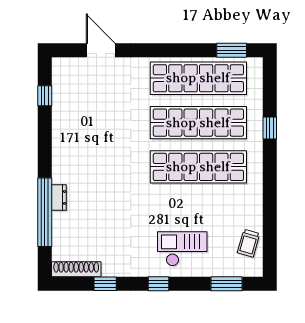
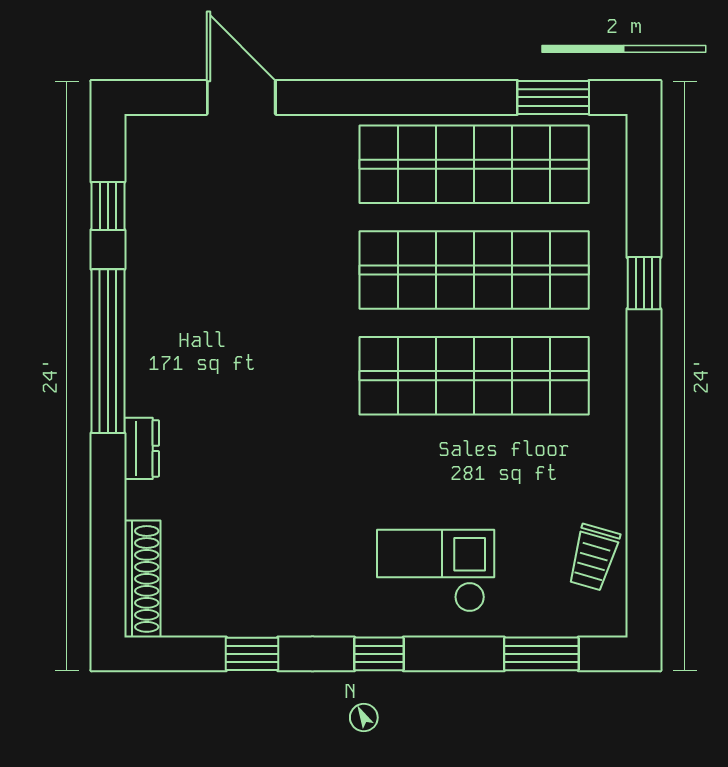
window: (45, 212) -> (108, 351), moved
shoe rack: (76, 269) -> (142, 579), moved, turned 90

